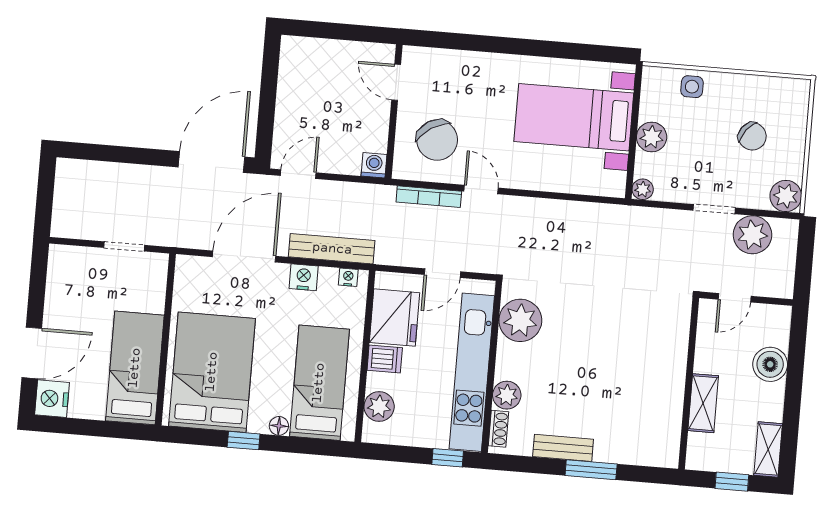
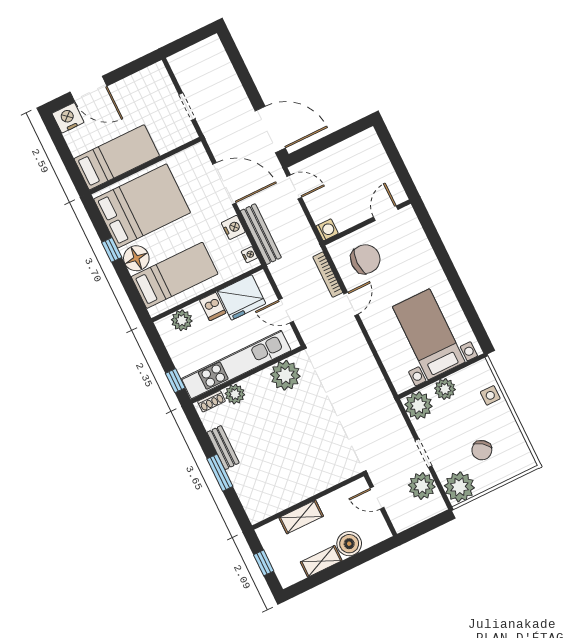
chair: (437, 140) -> (365, 259), turned -148
plant: (643, 189) -> (418, 405), width x1.88, depth x1.88
plant: (786, 196) -> (459, 487), width x1.36, depth x1.36
floor lamp: (279, 426) -> (136, 258), width x1.89, depth x1.89
shelving: (768, 449) -> (321, 561), moved

